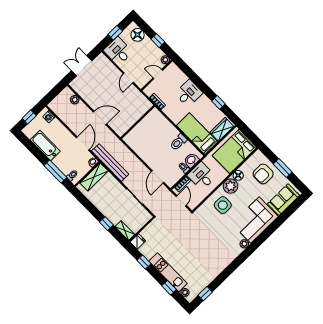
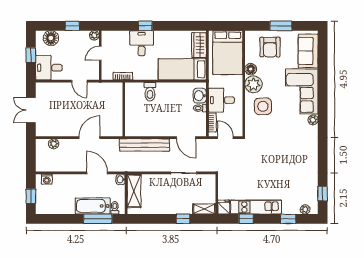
window: (218, 102) -> (145, 26), moved
toilet: (178, 142) -> (150, 92), moved
bathtub: (45, 145) -> (93, 206), moved
bench: (110, 162) -> (145, 145), moved
kitchen unit: (168, 272) -> (256, 207), moved

